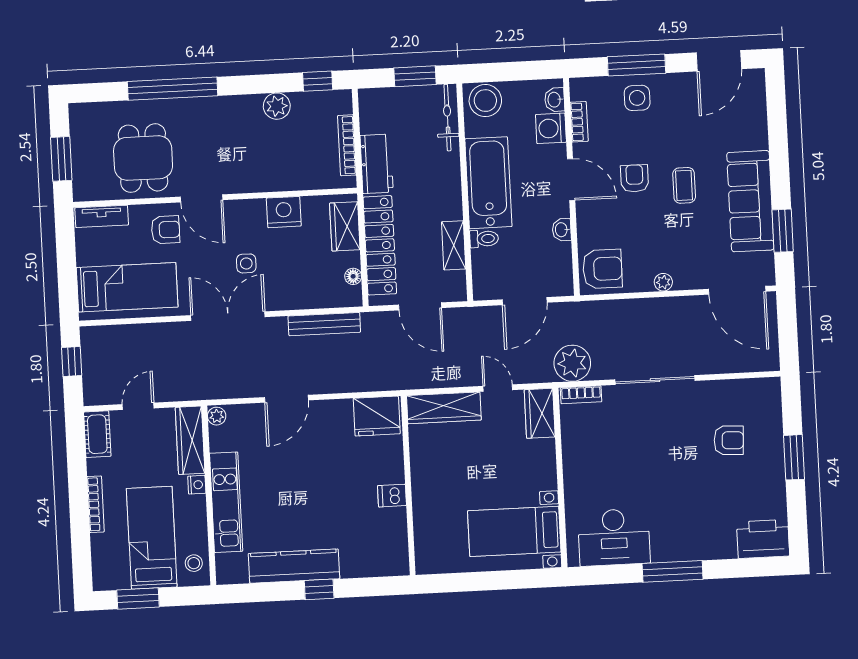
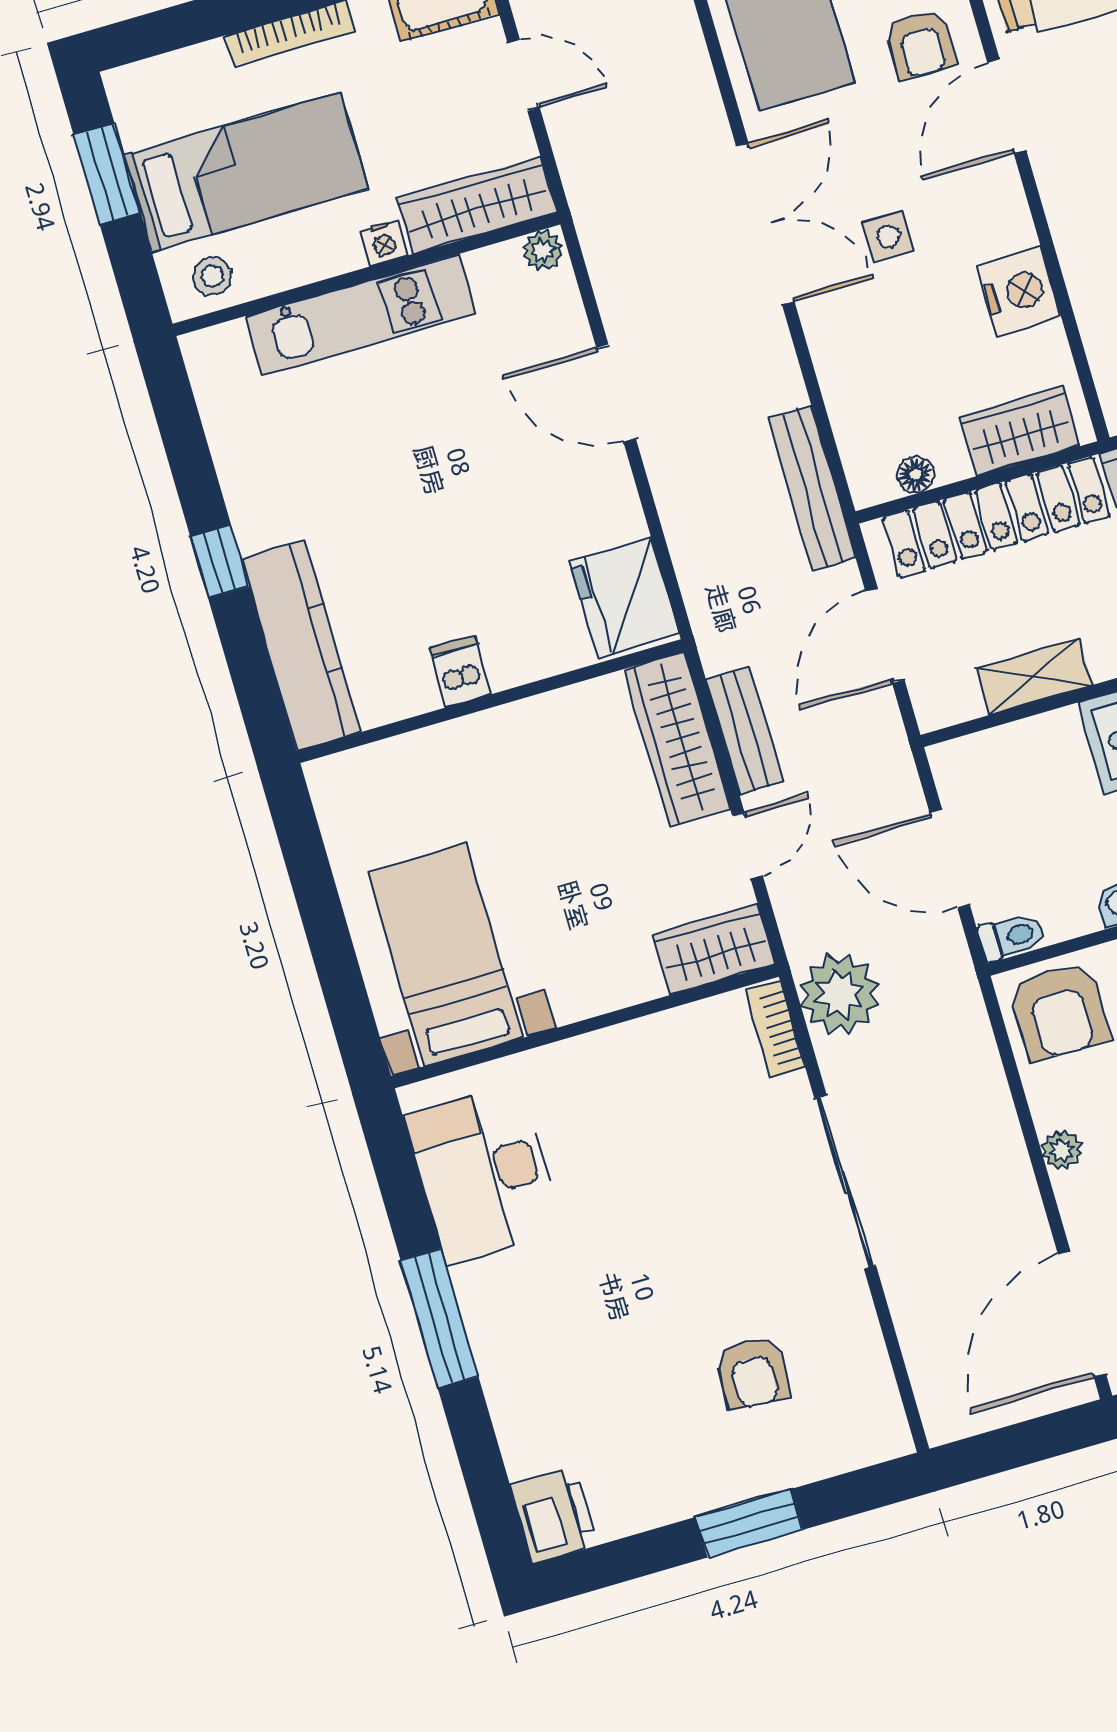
toilet: (484, 239) -> (1012, 936), moved, turned -90
bench: (324, 324) -> (812, 488), moved
bench: (447, 377) -> (744, 730), added
printer: (763, 539) -> (554, 1515), width x0.73, depth x0.84
kitchen counter: (294, 566) -> (301, 645), moved

